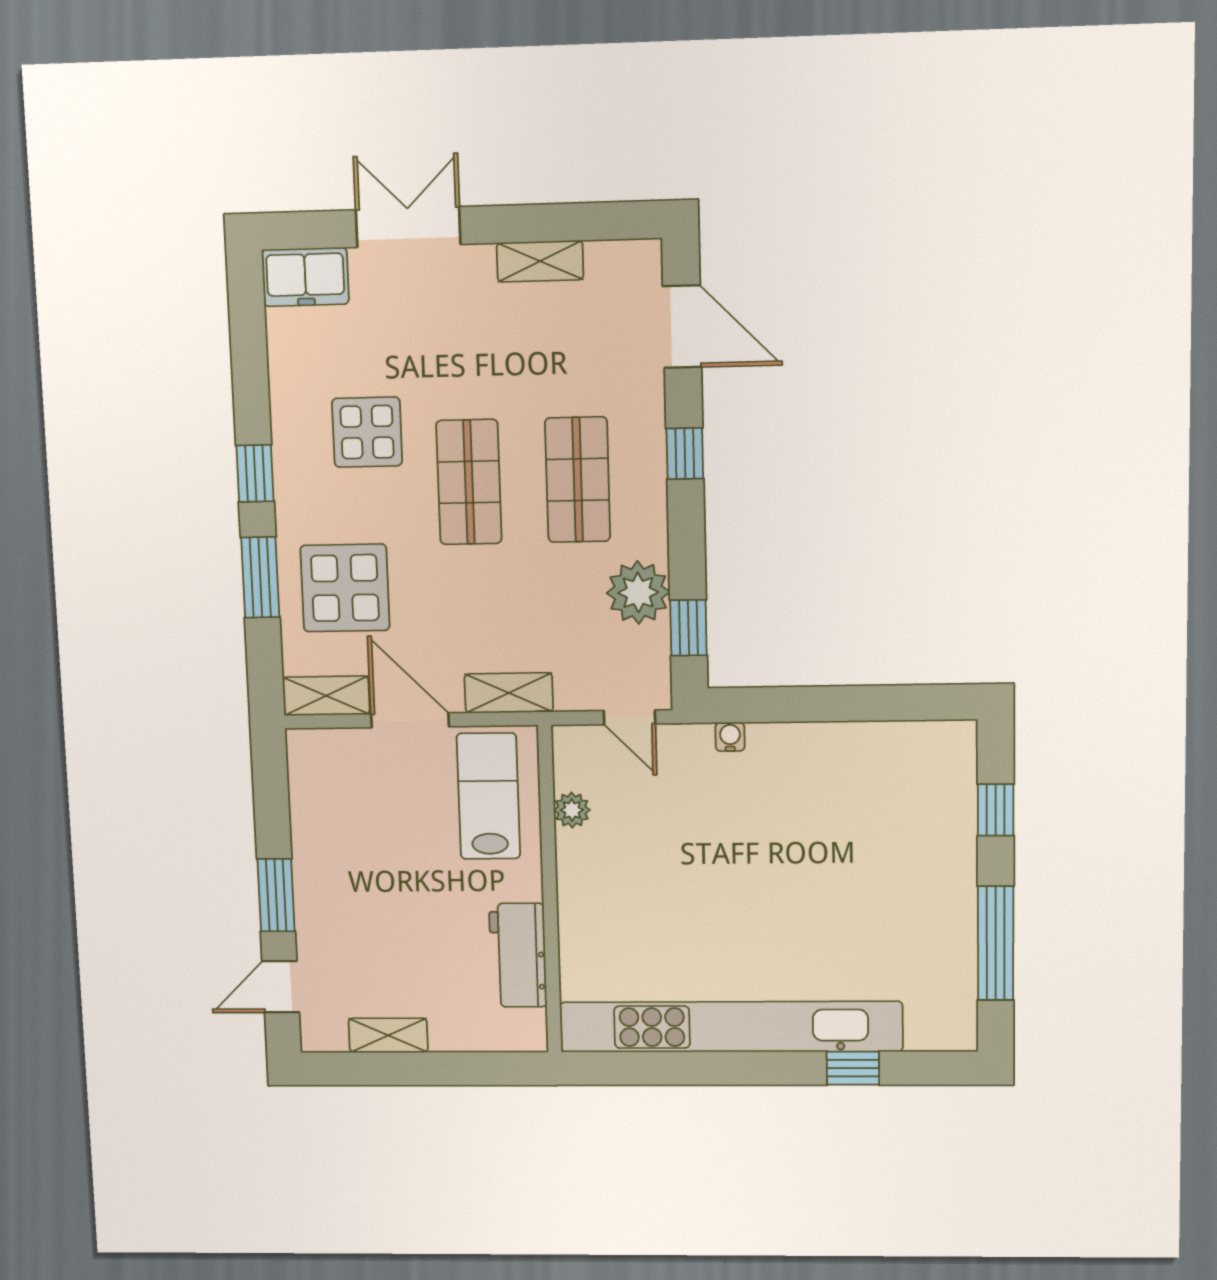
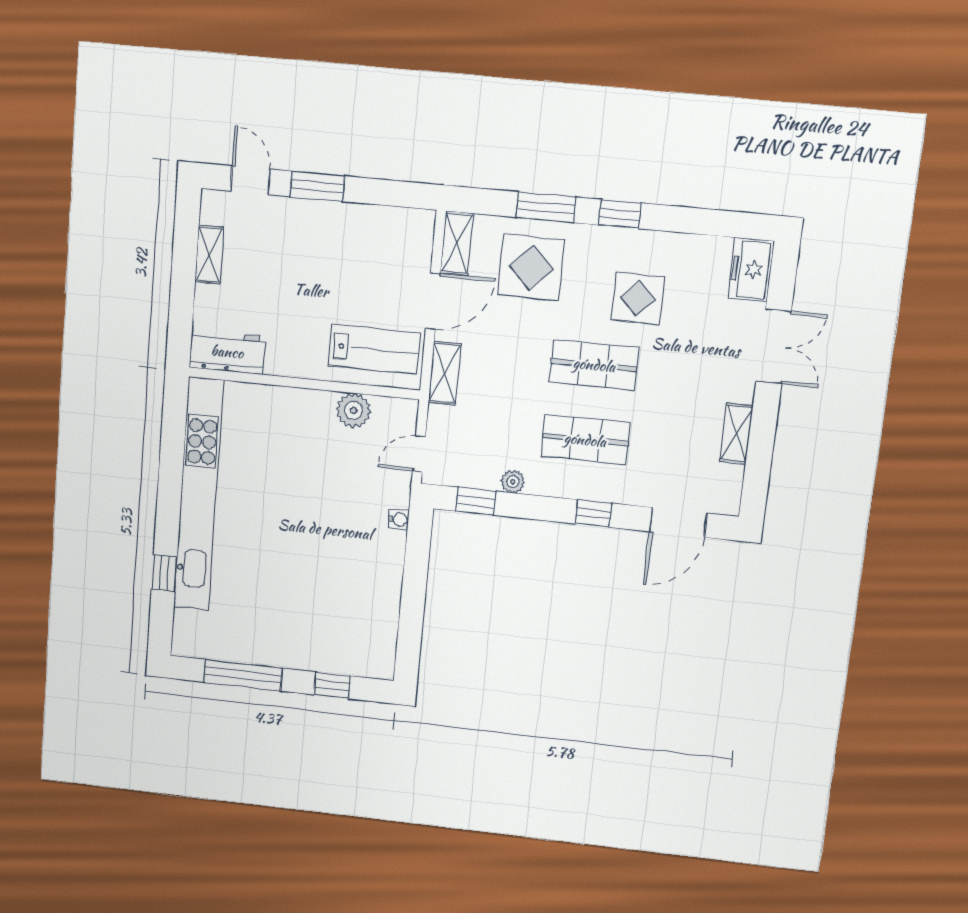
plant: (638, 592) -> (513, 482), width x0.53, depth x0.53
plant: (572, 810) -> (354, 410), width x1.38, depth x1.38
workbench: (518, 955) -> (227, 352), moved

